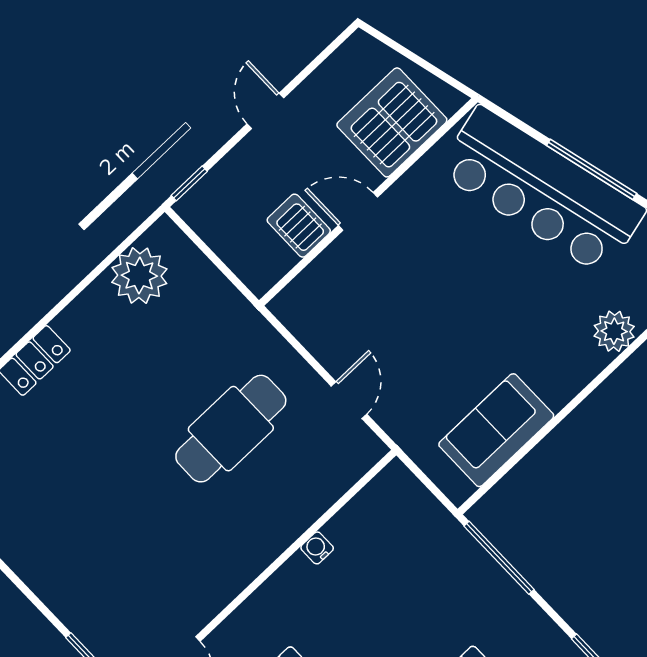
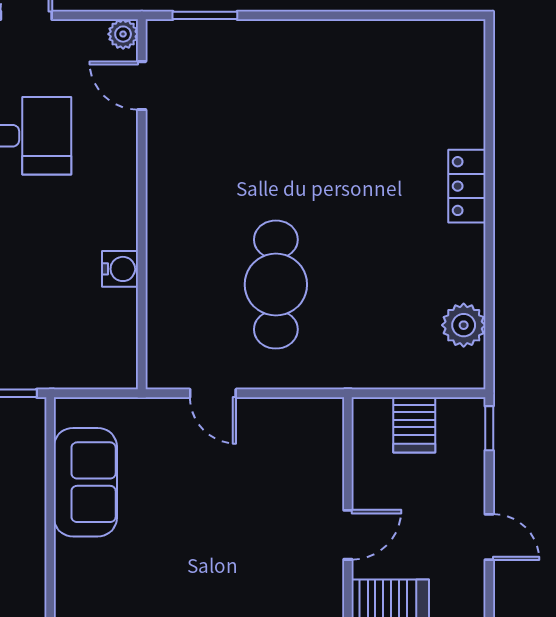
server rack: (299, 226) -> (414, 425), moved, turned 90
plant: (139, 276) -> (464, 325), width x0.73, depth x0.73
water cooler: (317, 548) -> (120, 269), width x1.38, depth x1.38

